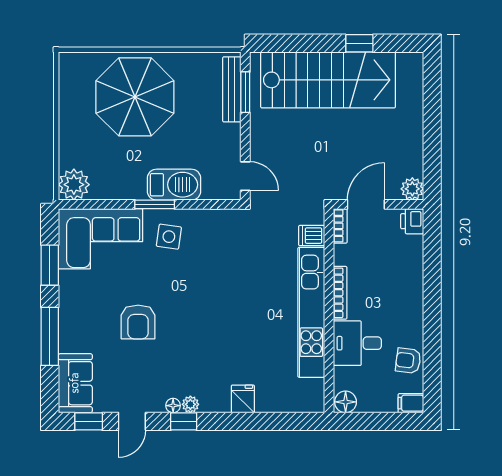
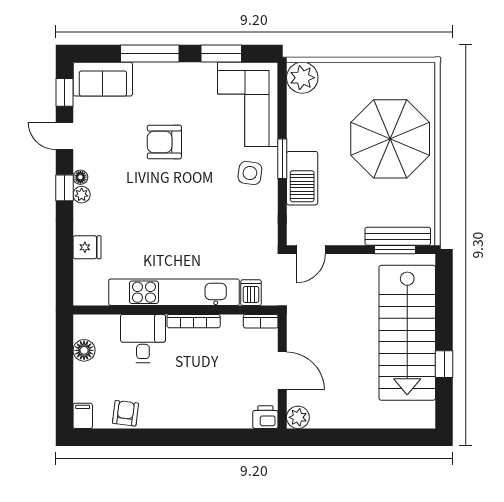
bookcase: (340, 226) -> (261, 321), moved
dishwasher: (312, 236) -> (251, 293), moved
bookcase: (340, 293) -> (194, 321), moved
wall: (329, 311) -> (176, 310), moved
kitchen unit: (311, 312) -> (174, 292), moved
desk: (357, 343) -> (143, 338), moved

